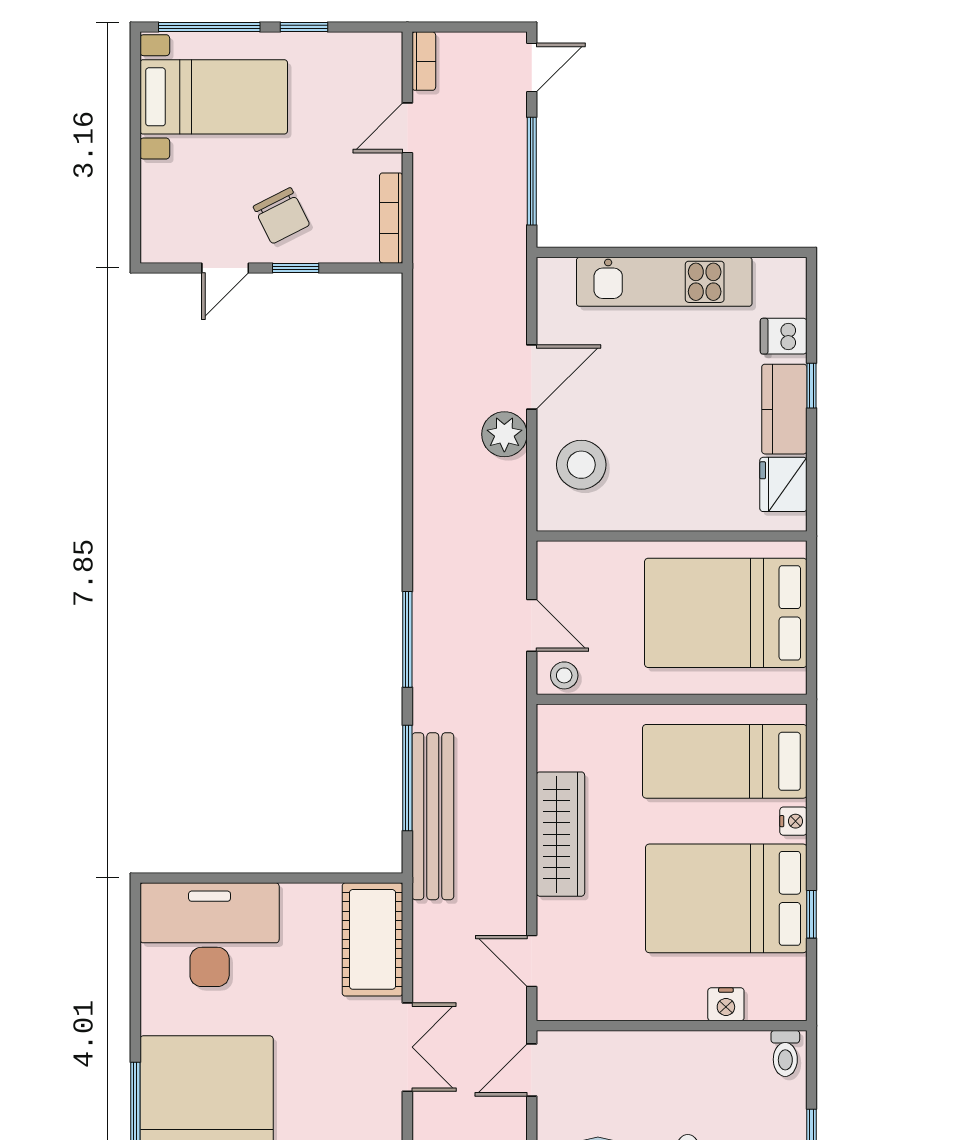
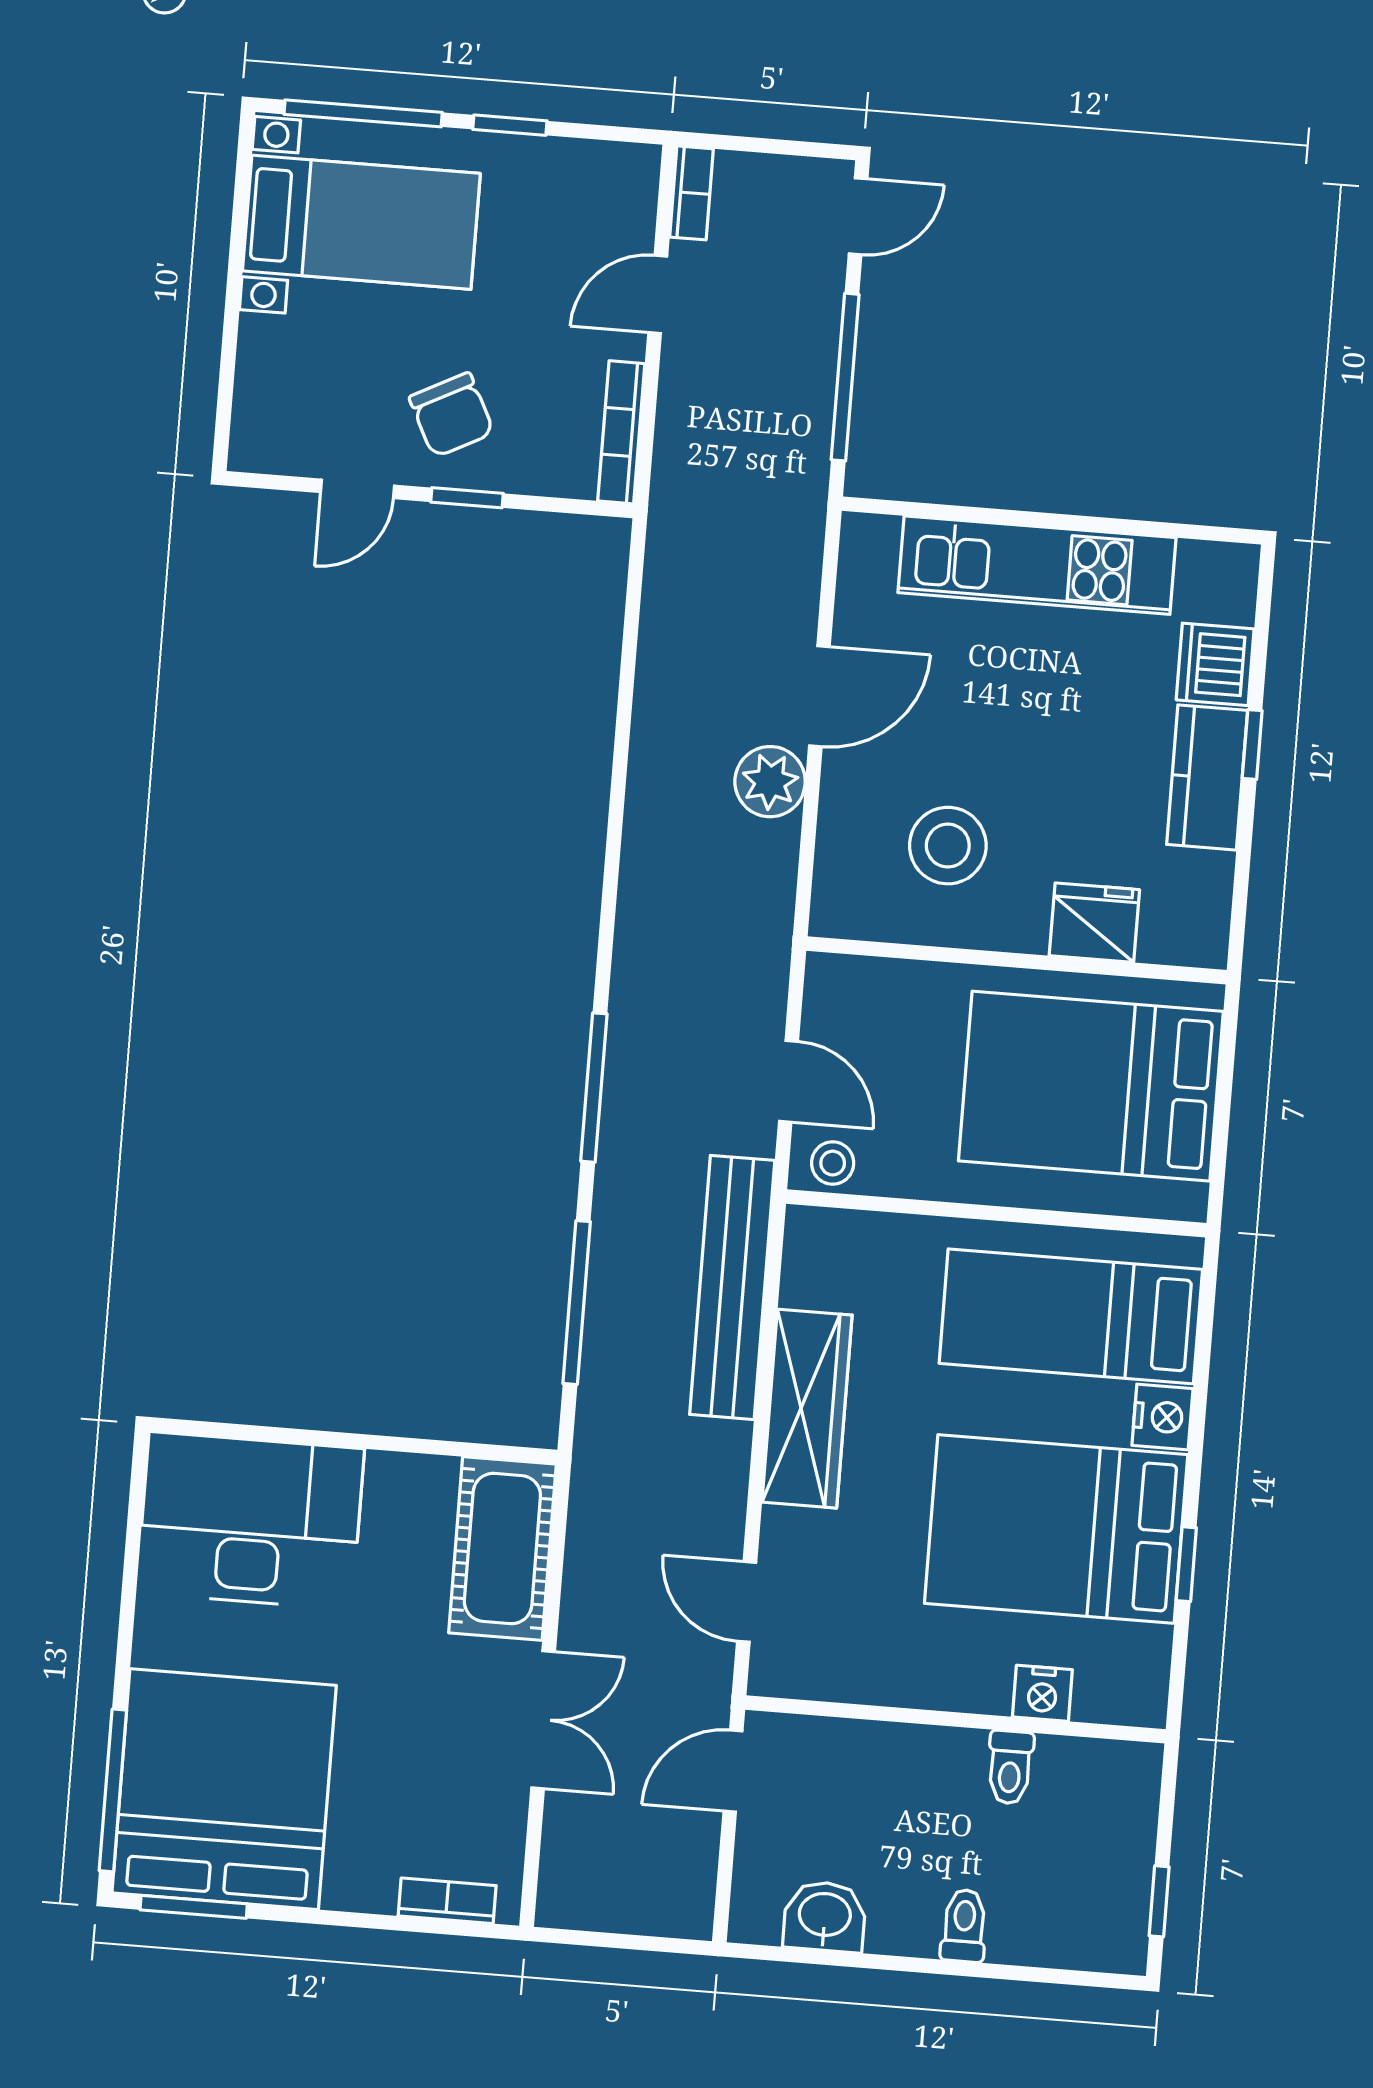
dishwasher: (784, 336) -> (1215, 664), width x1.38
stool: (581, 465) -> (948, 846), moved
fridge: (783, 484) -> (1094, 923), moved, turned 90
bench: (433, 816) -> (732, 1287), moved
nightstand: (793, 821) -> (1162, 1417), width x1.39, depth x1.35
toilet: (785, 1053) -> (1010, 1767), moved

